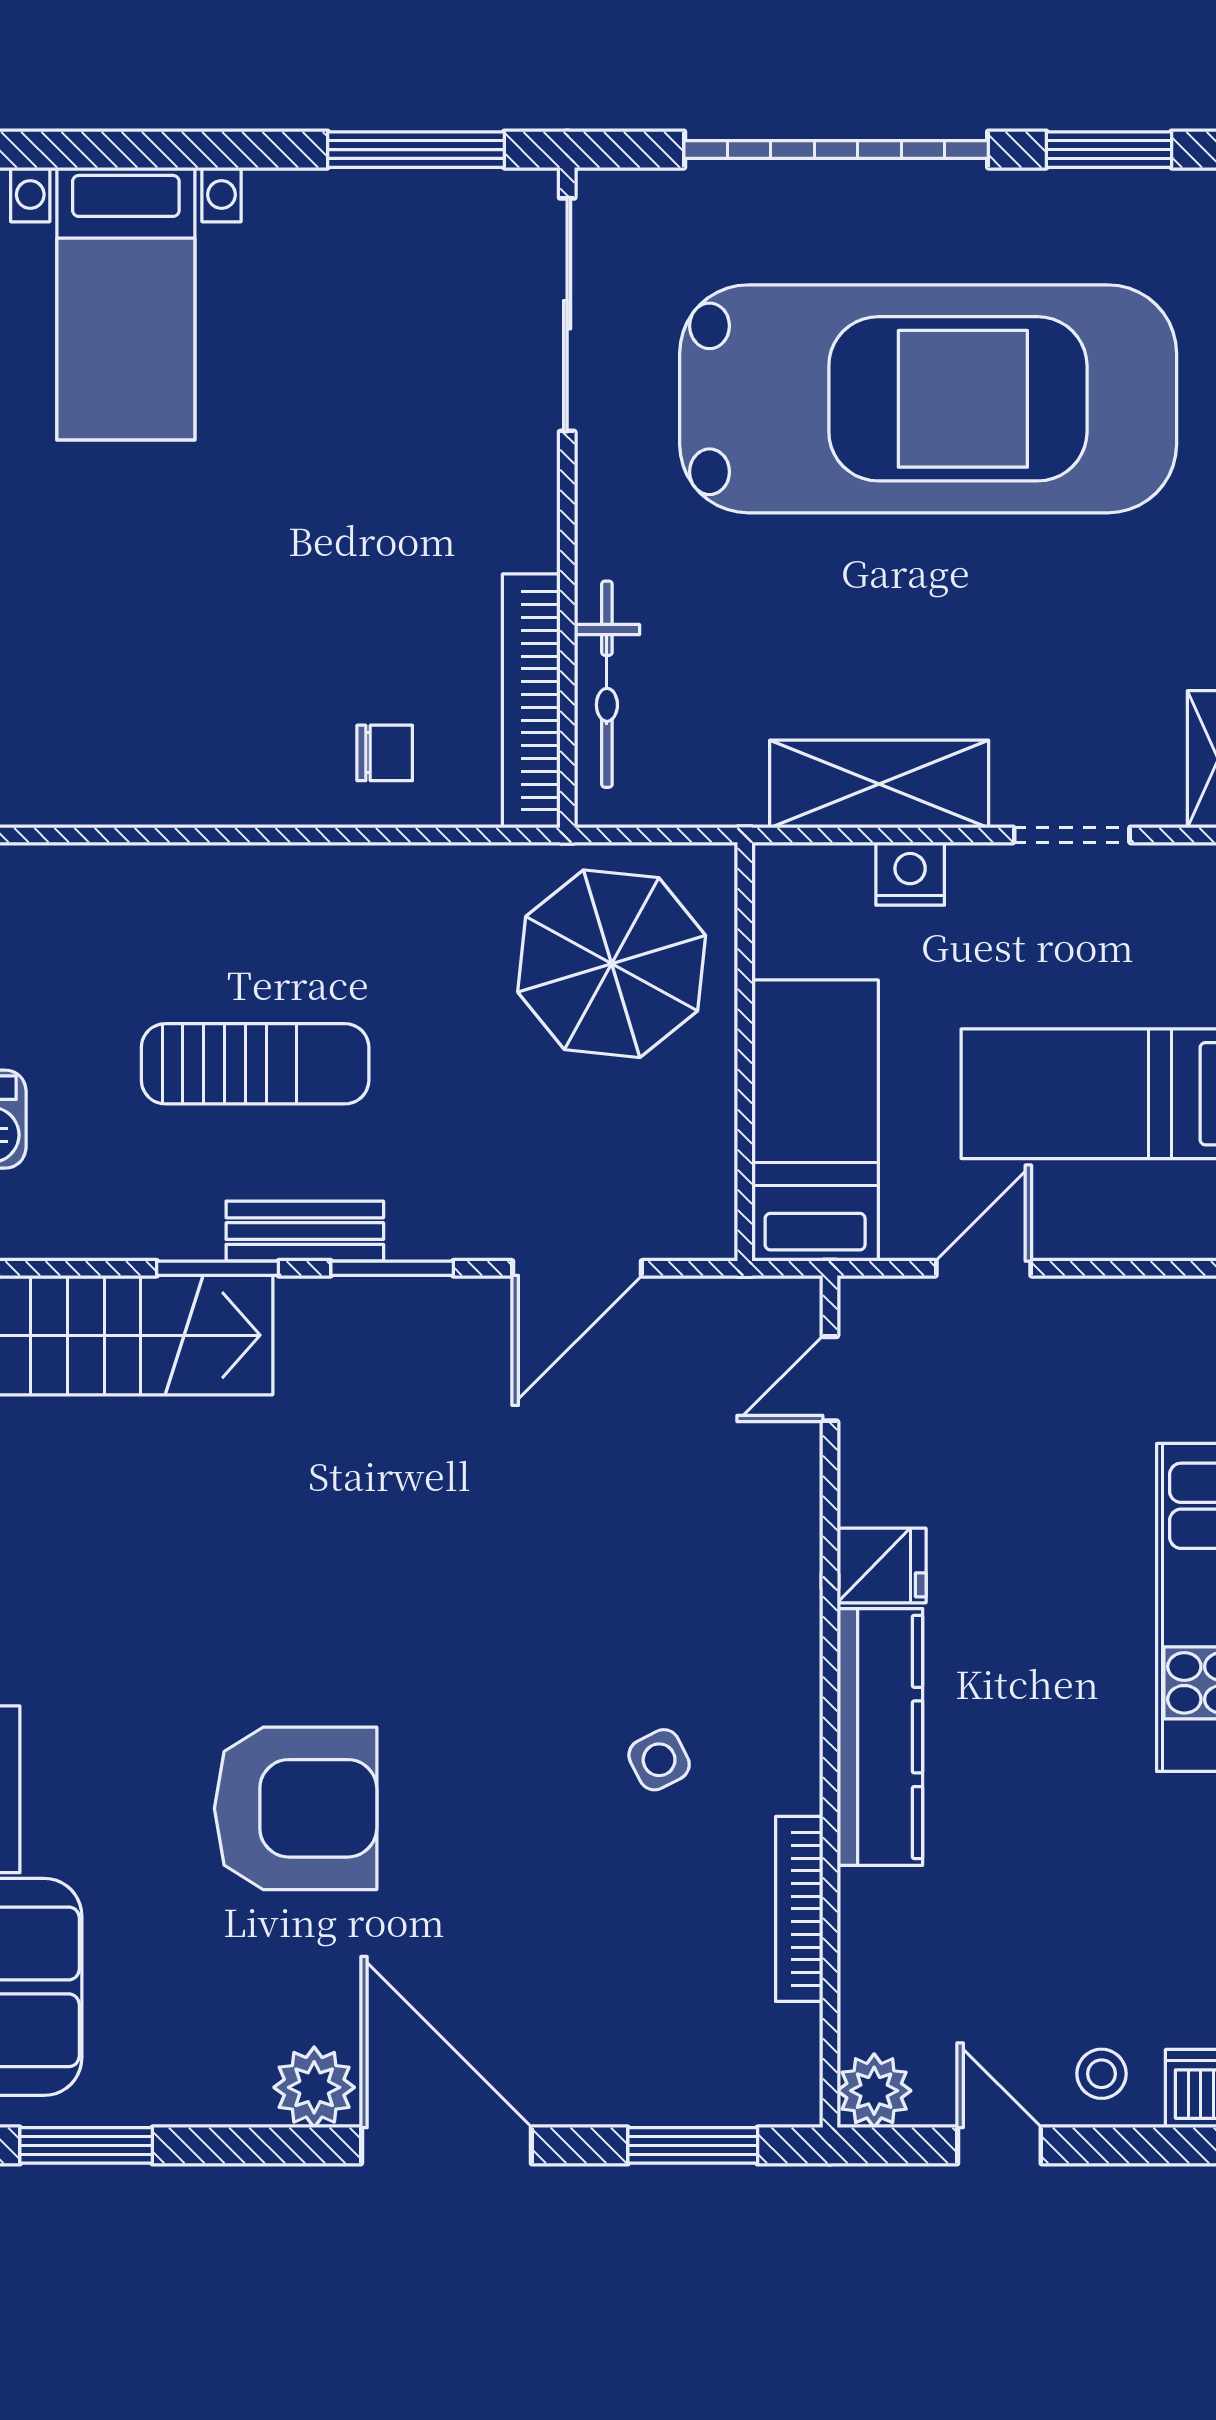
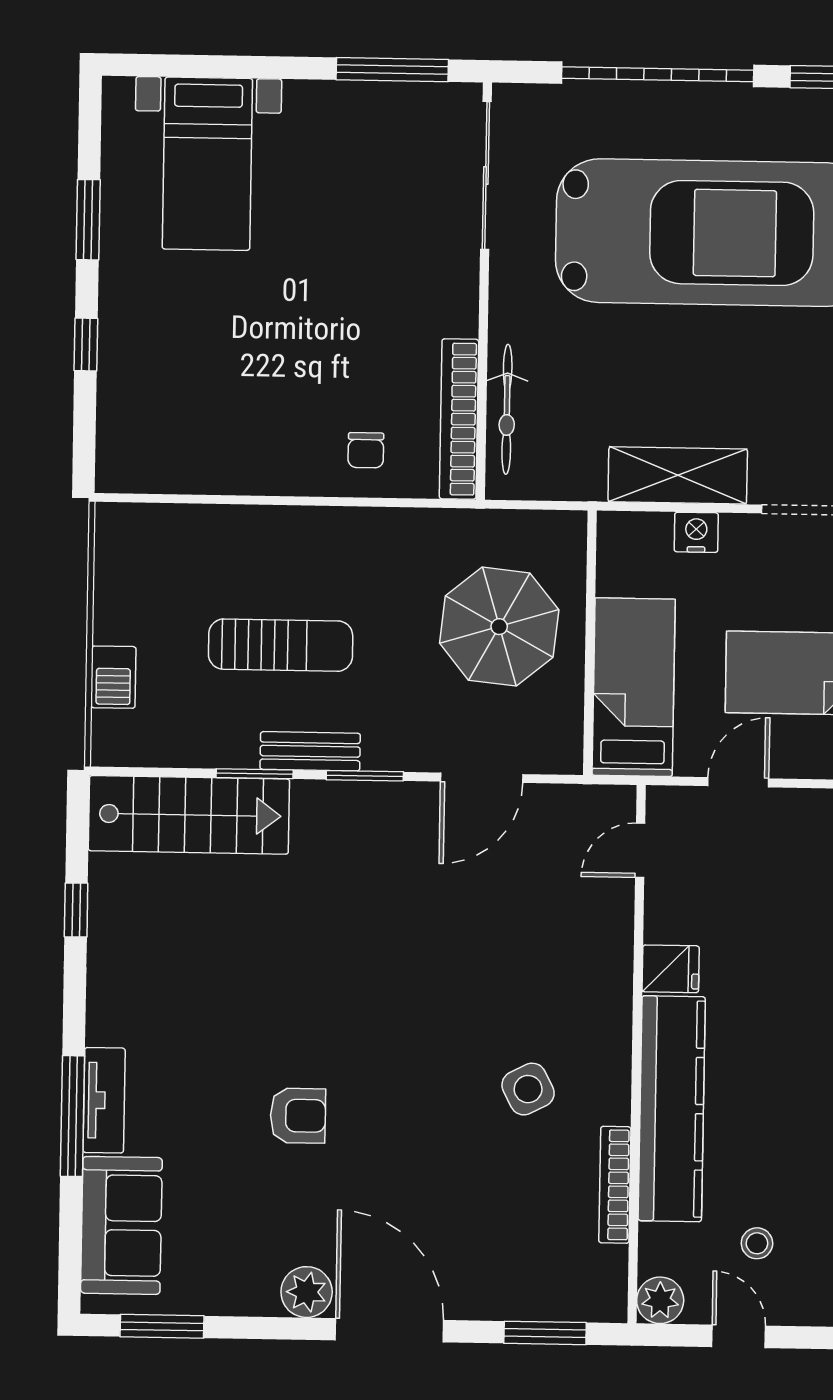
chair: (385, 753) -> (366, 450), turned 90
parasol: (612, 964) -> (499, 627), moved
kitchen counter: (880, 1737) -> (672, 1109), width x1.39, depth x1.17
side table: (659, 1760) -> (528, 1089), width x1.37, depth x1.37
armchair: (296, 1808) -> (298, 1116), width x0.53, depth x0.53
stool: (1102, 2074) -> (757, 1243), moved

